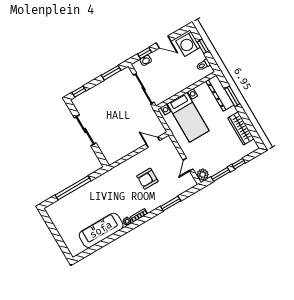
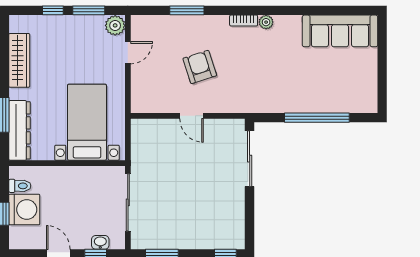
washing machine: (188, 44) -> (24, 209), moved
sliding door: (85, 130) -> (250, 159), moved
door: (153, 142) -> (192, 116), moved
armchair: (147, 179) -> (200, 67), turned -108
sofa: (101, 230) -> (340, 31), moved

